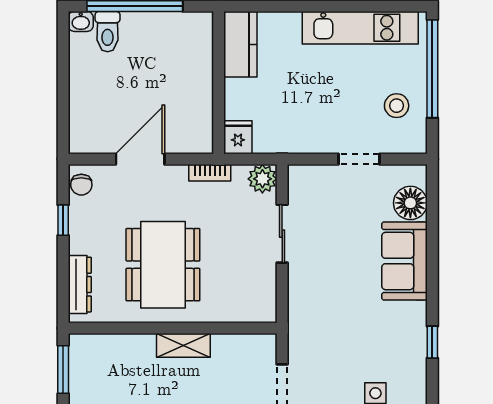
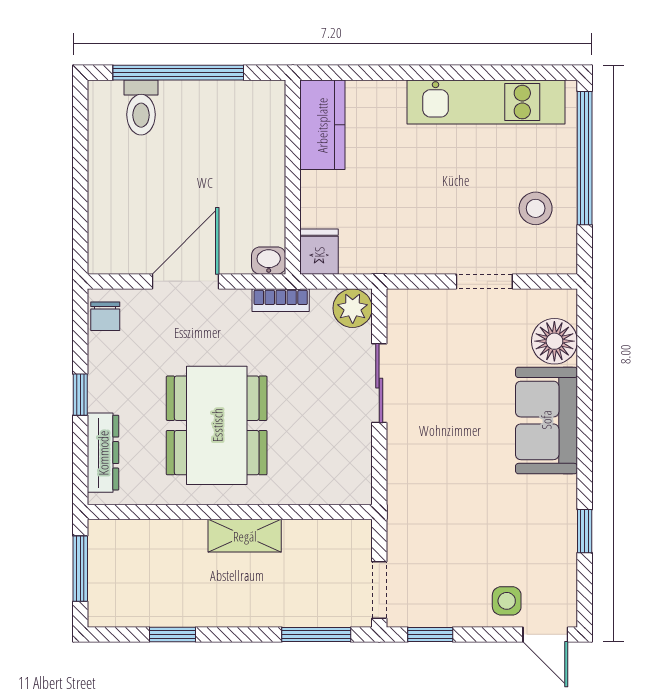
washbasin: (81, 21) -> (269, 261), moved, turned 180
window: (63, 220) -> (80, 395), moved

